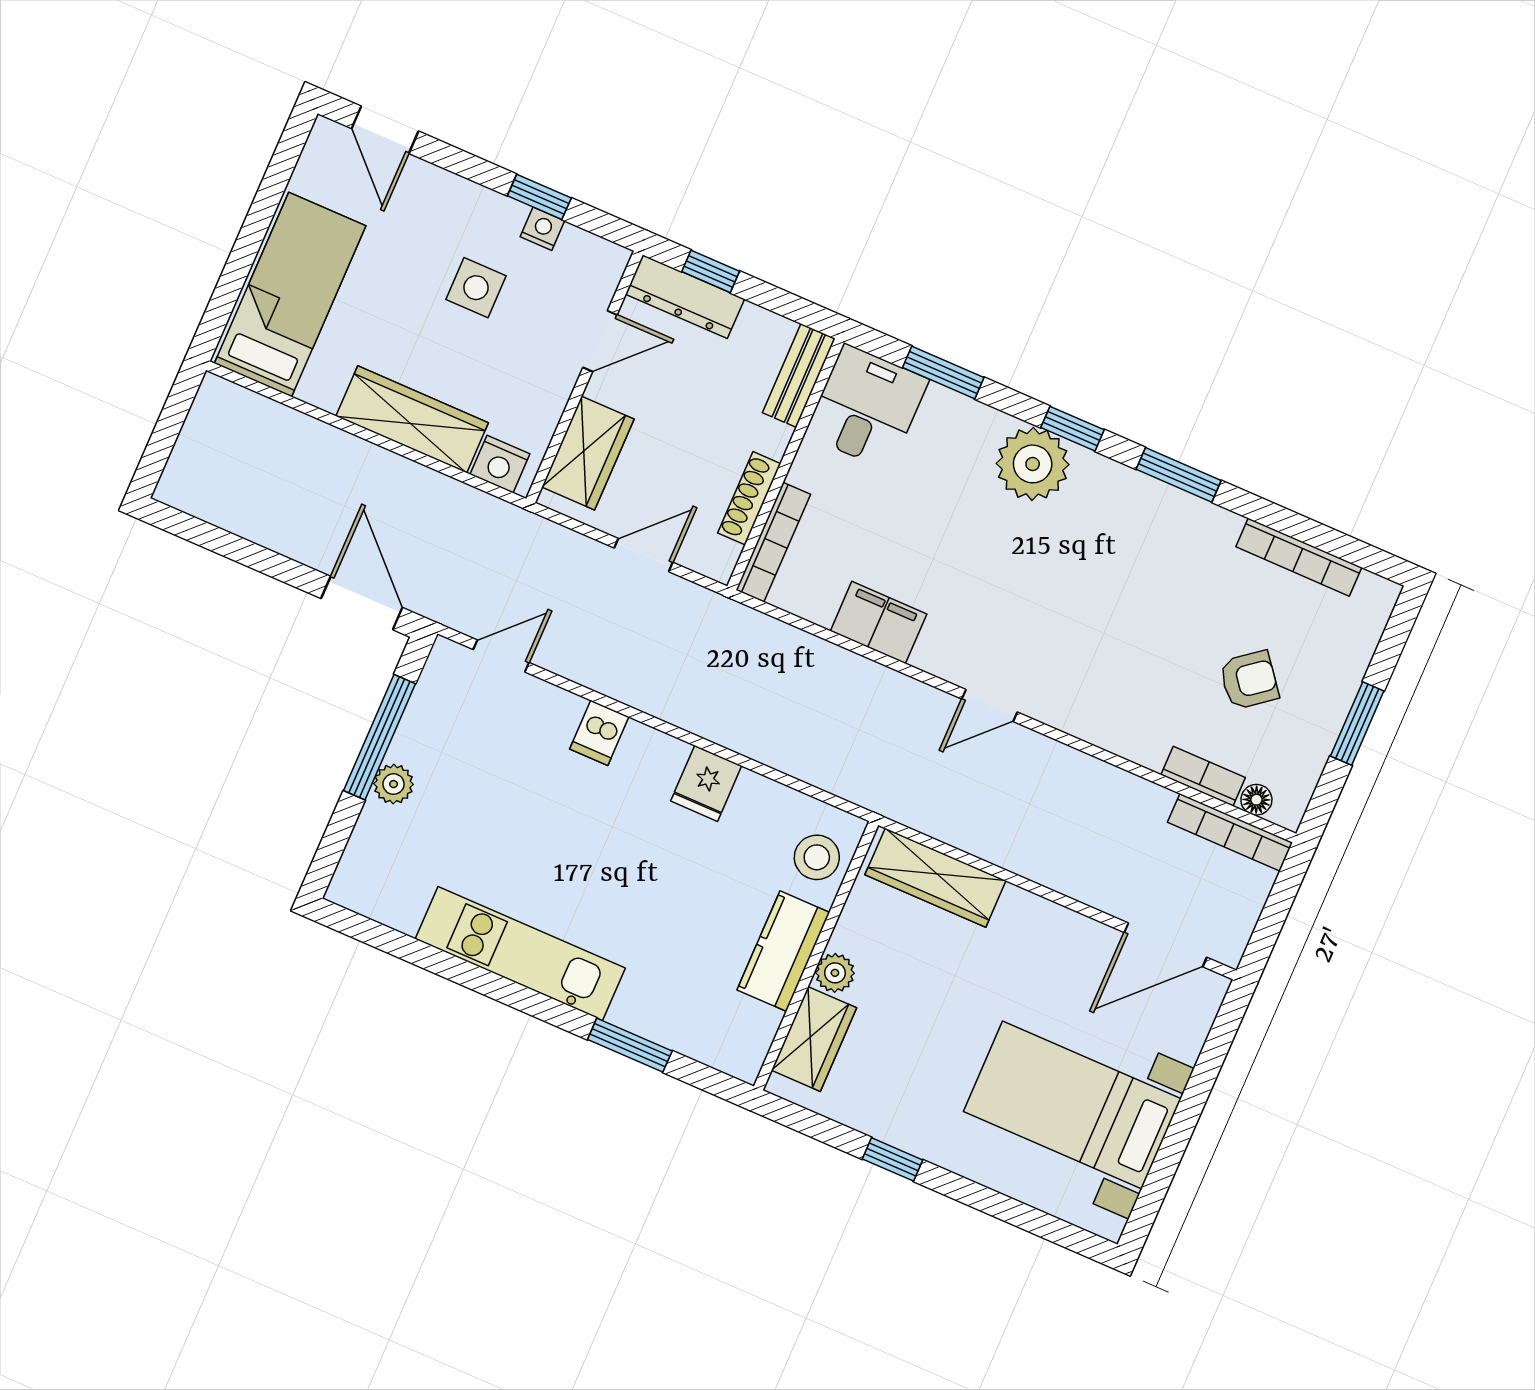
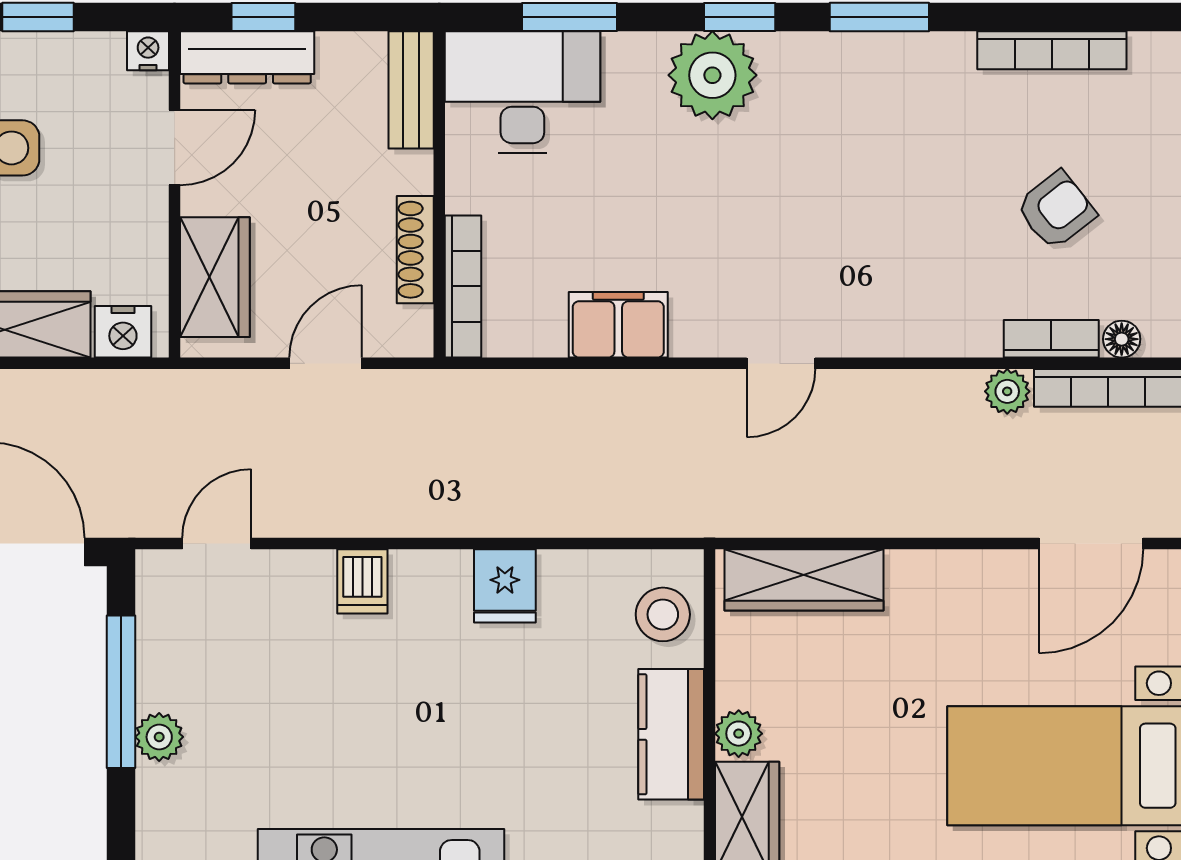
nightstand: (542, 229) -> (148, 51), moved
desk: (867, 407) -> (522, 92), width x1.37
plant: (1152, 802) -> (1007, 391), added

